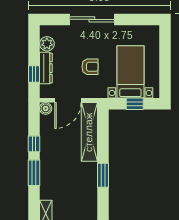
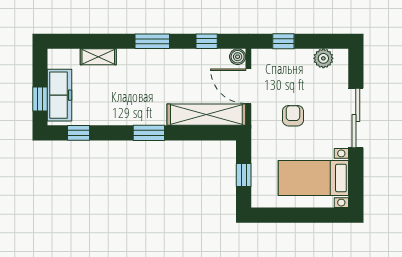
armchair: (90, 67) -> (293, 116), turned 180
dresser: (46, 68) -> (291, 57), removed
bed with nightstands: (130, 72) -> (313, 178), moved, turned 180
window: (34, 144) -> (207, 41), moved

